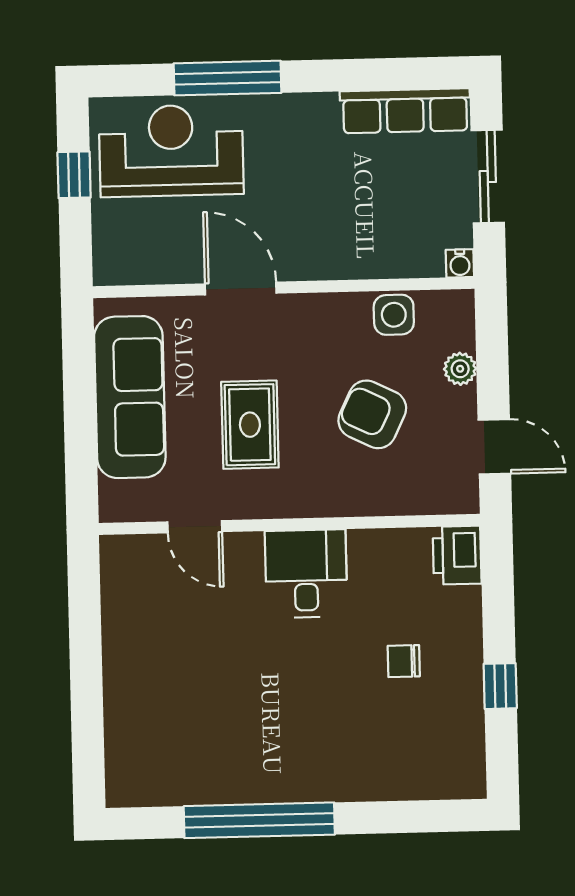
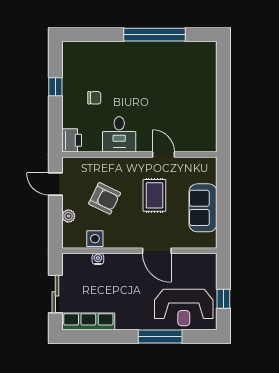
water cooler: (460, 263) -> (98, 259), moved
sofa: (130, 397) -> (203, 208), width x0.73
door: (195, 527) -> (164, 155), moved
desk: (306, 574) -> (119, 134), moved

